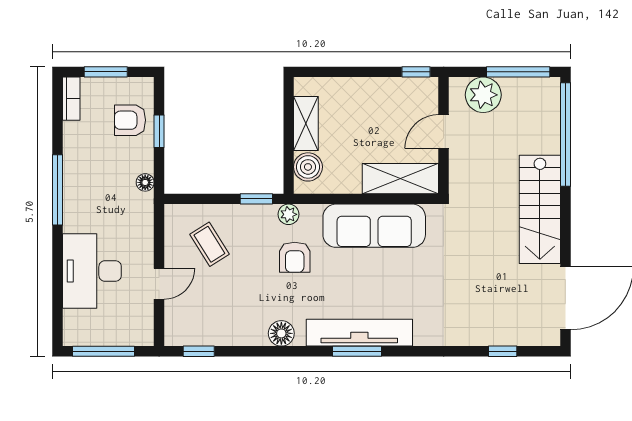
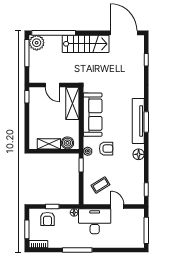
plant: (483, 95) -> (37, 43), moved
desk: (92, 271) -> (95, 221), moved, turned 180

